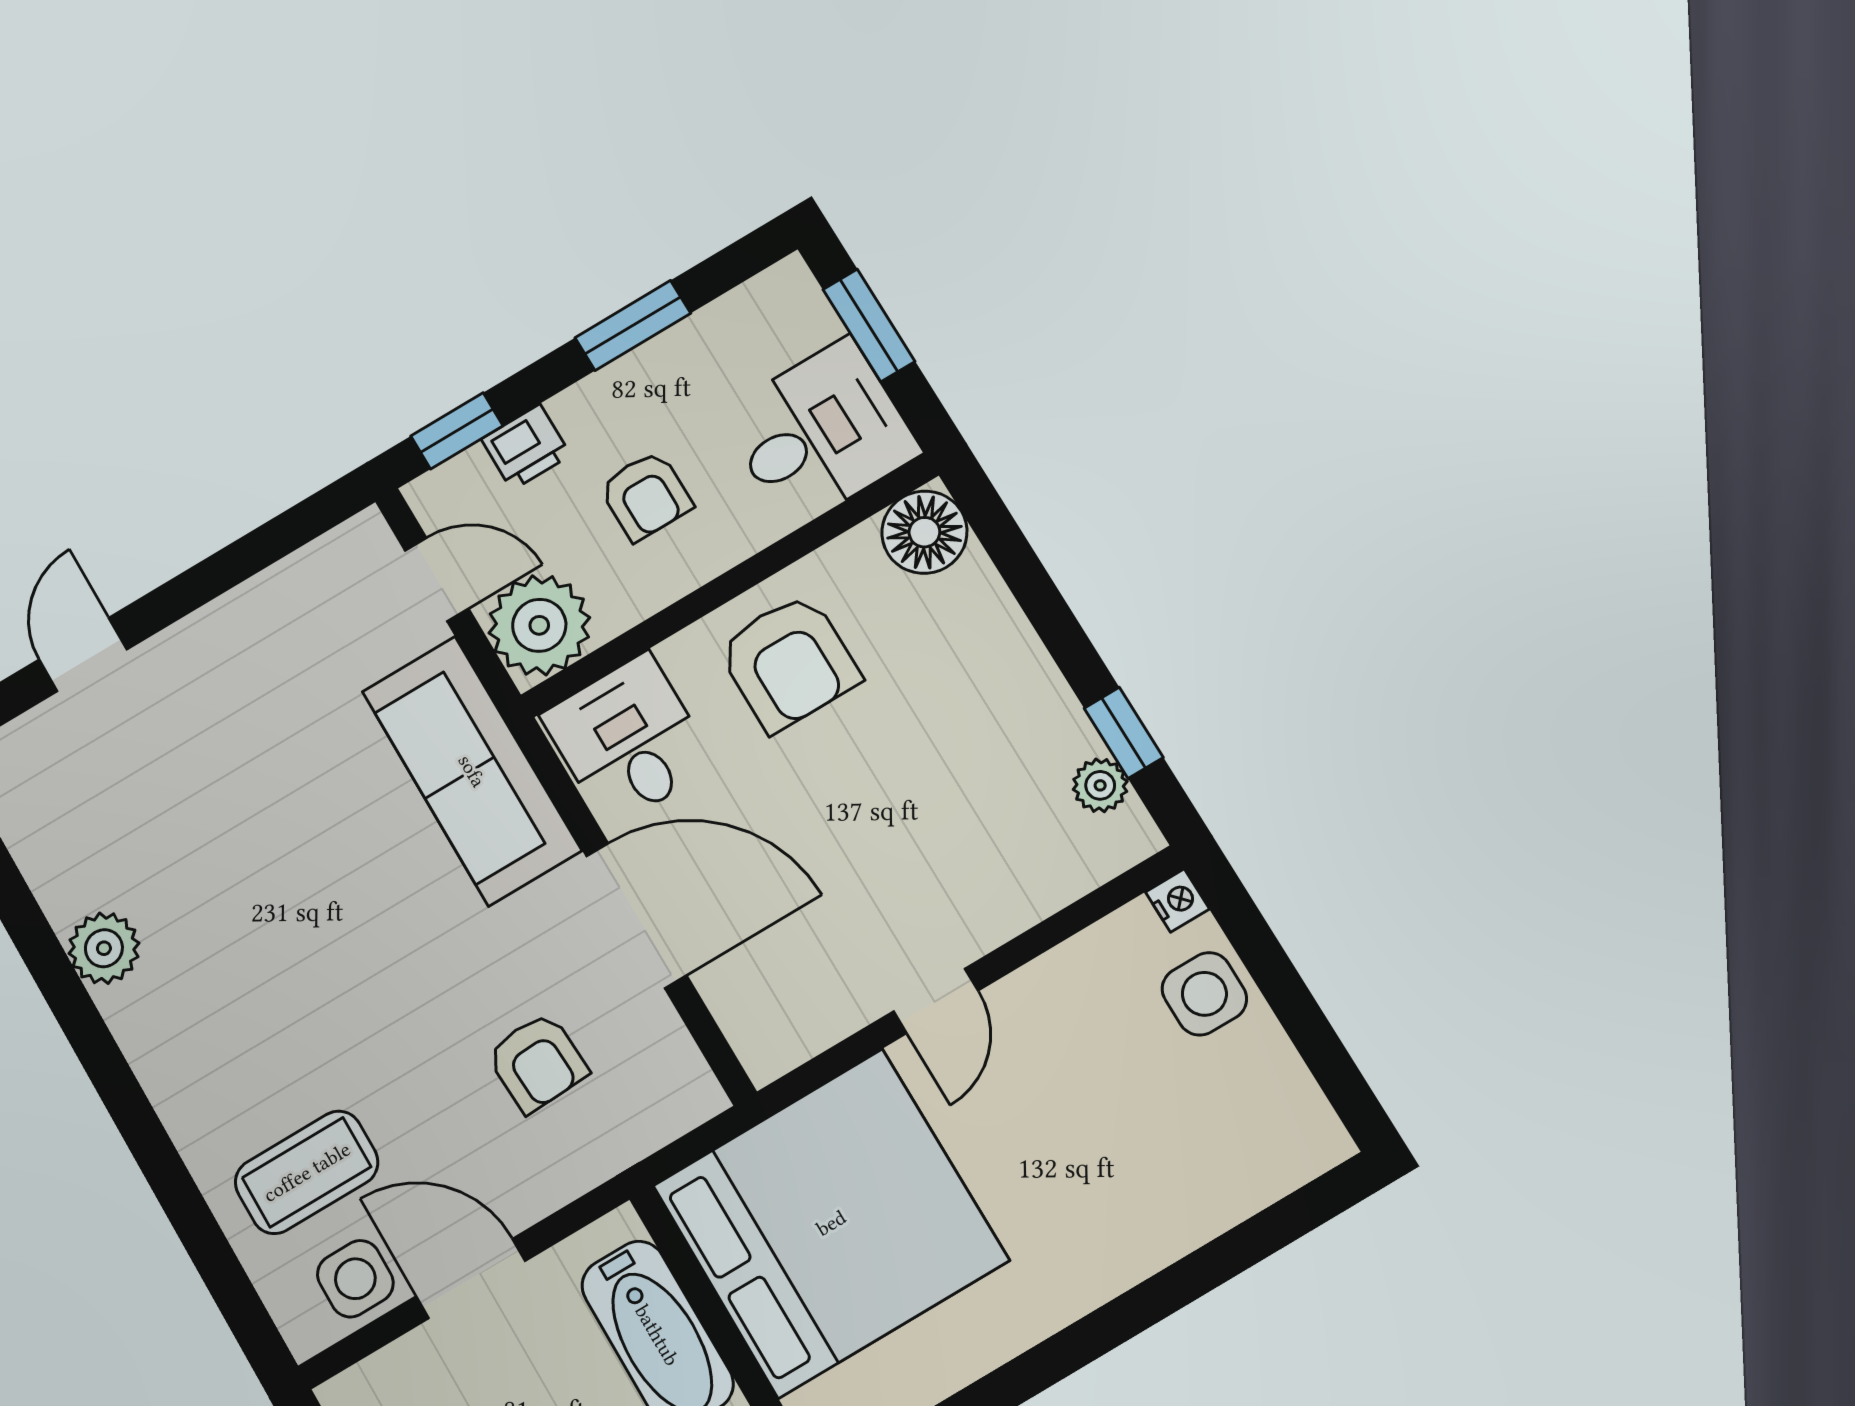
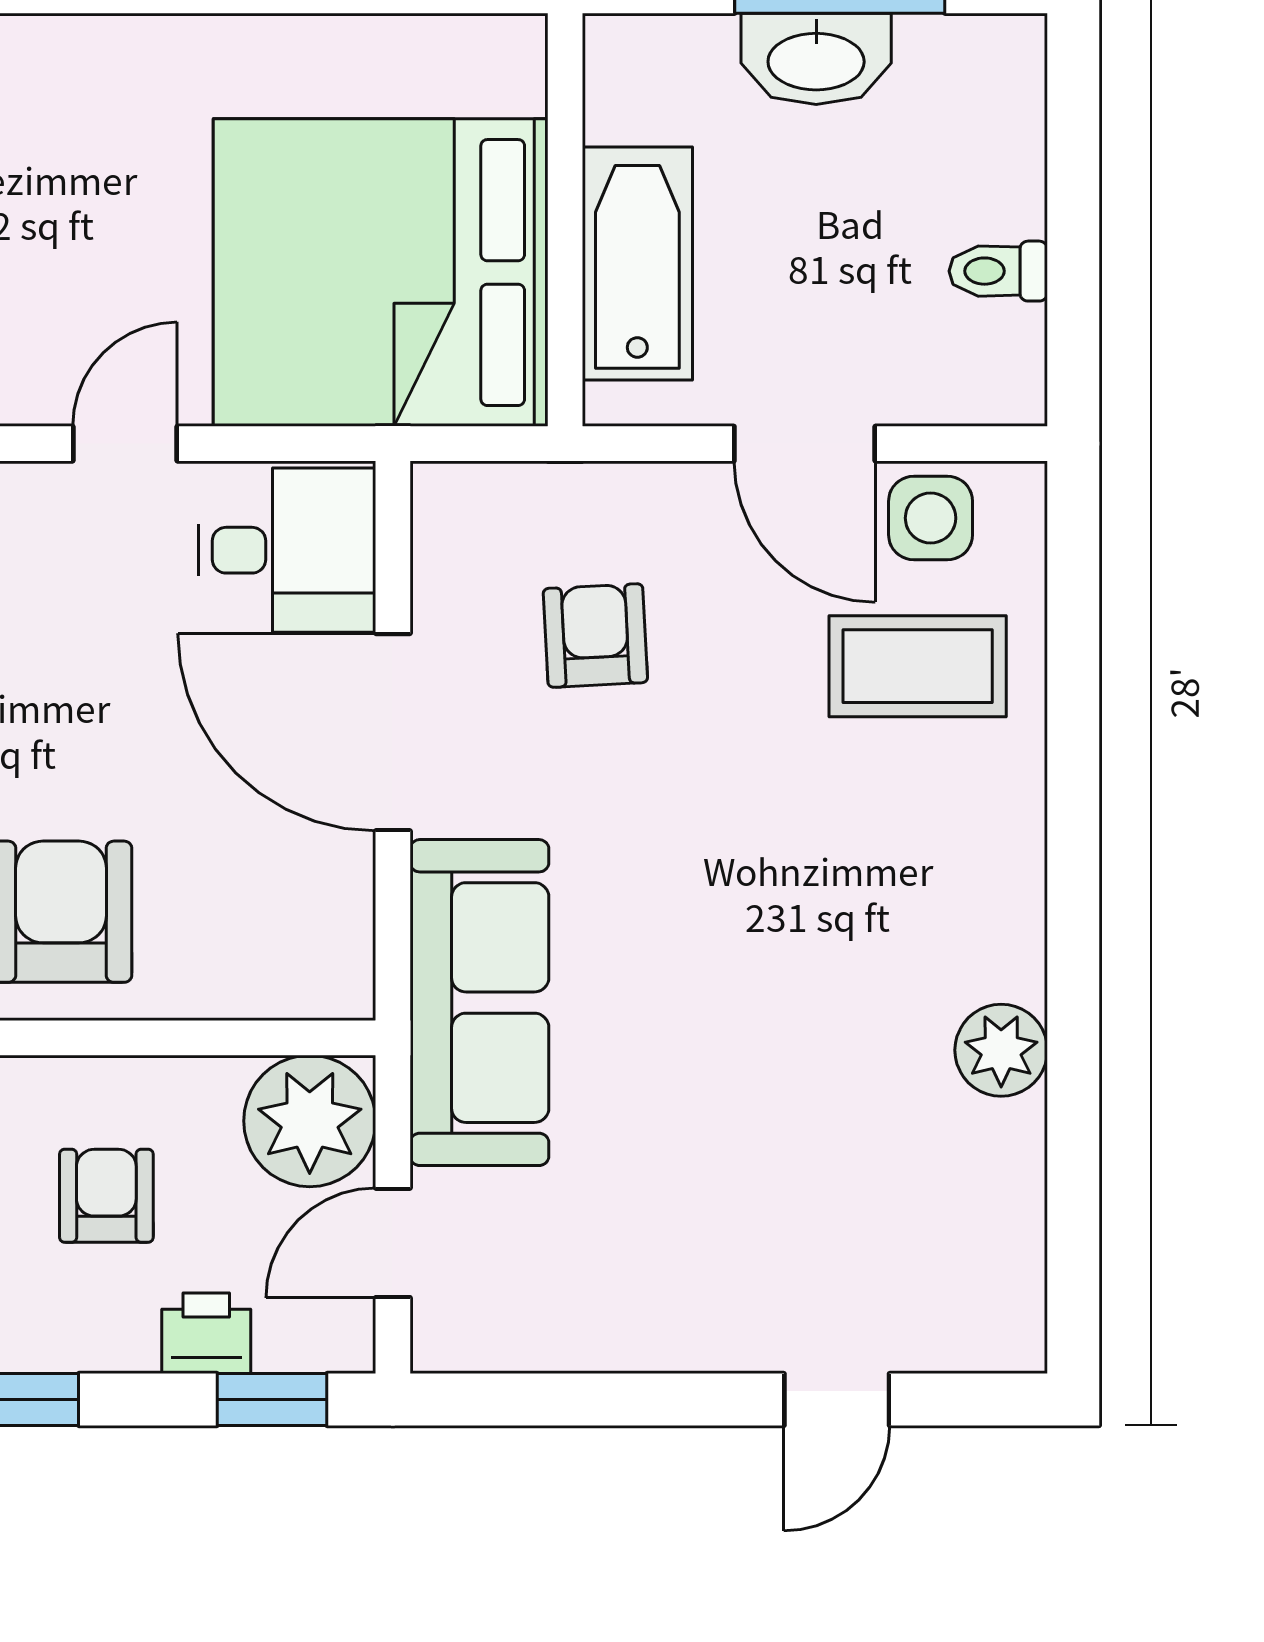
door: (437, 579) -> (393, 1243), hinge flipped
desk: (628, 740) -> (287, 550), moved, turned -90

